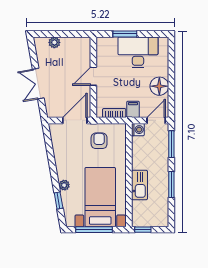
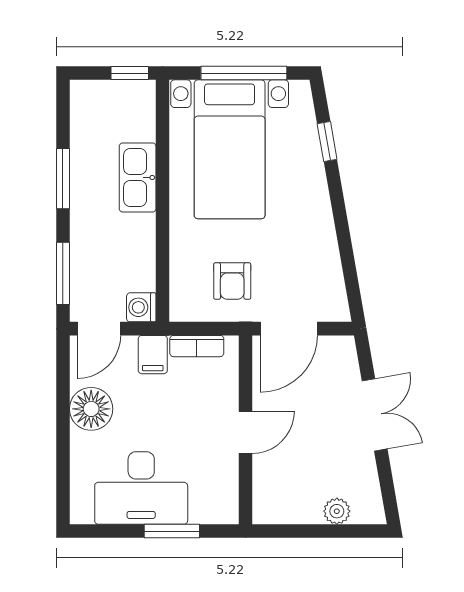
plant: (64, 185) -> (314, 177), removed

